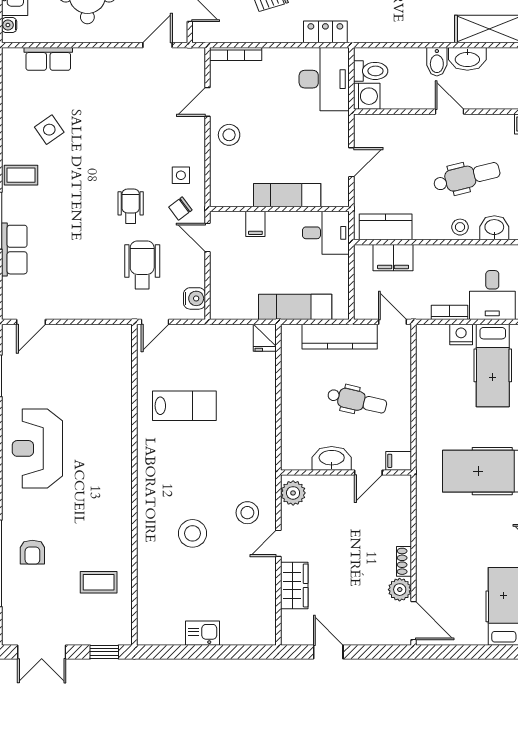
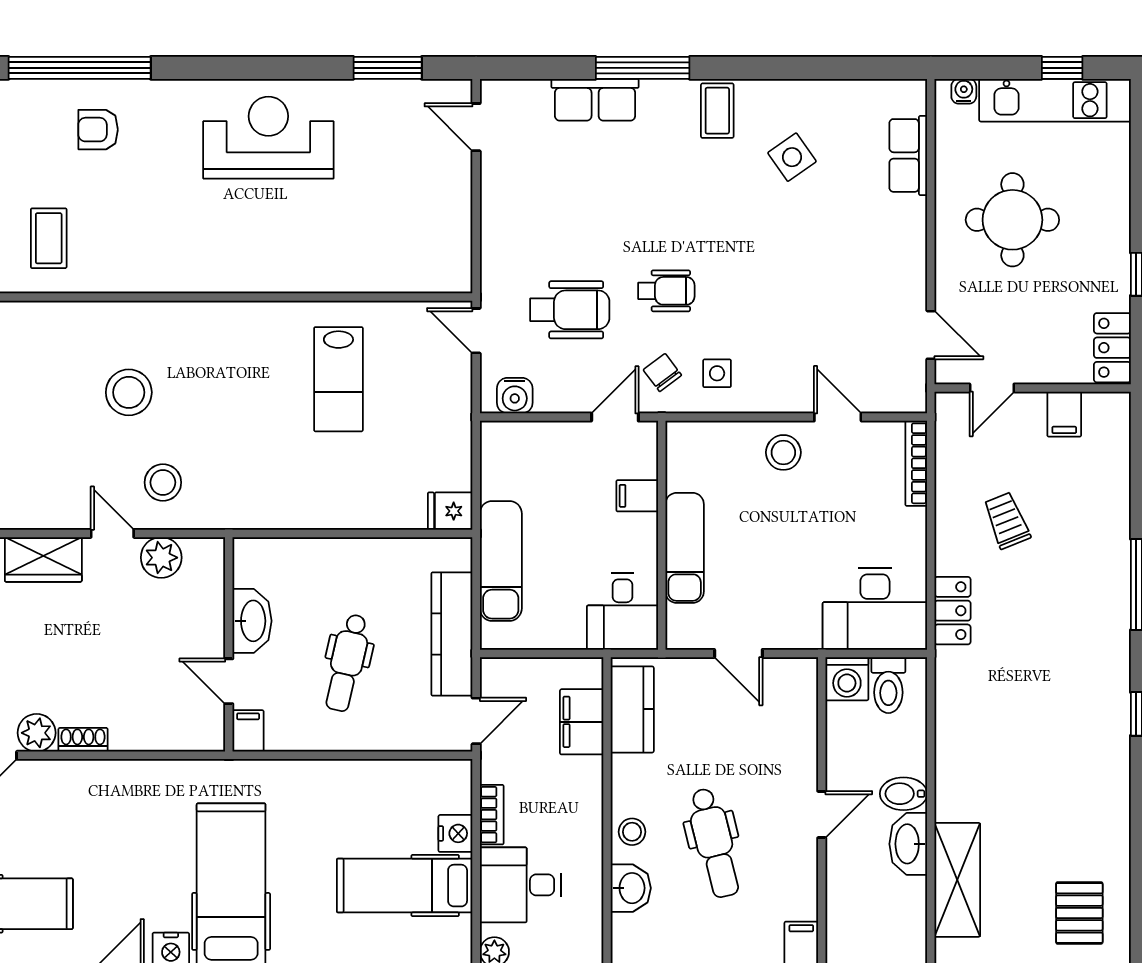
plant: (293, 493) -> (161, 558), moved

